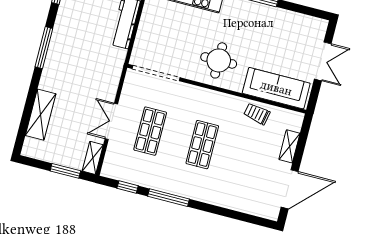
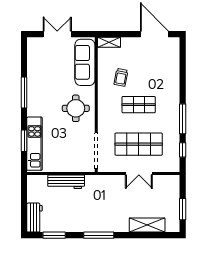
trolley: (257, 114) -> (121, 77), moved
shop shelf: (150, 131) -> (139, 144), width x1.43, depth x1.36
shelving: (289, 146) -> (109, 42), moved
shelving: (93, 158) -> (168, 180), removed
window: (65, 171) -> (183, 209), moved

